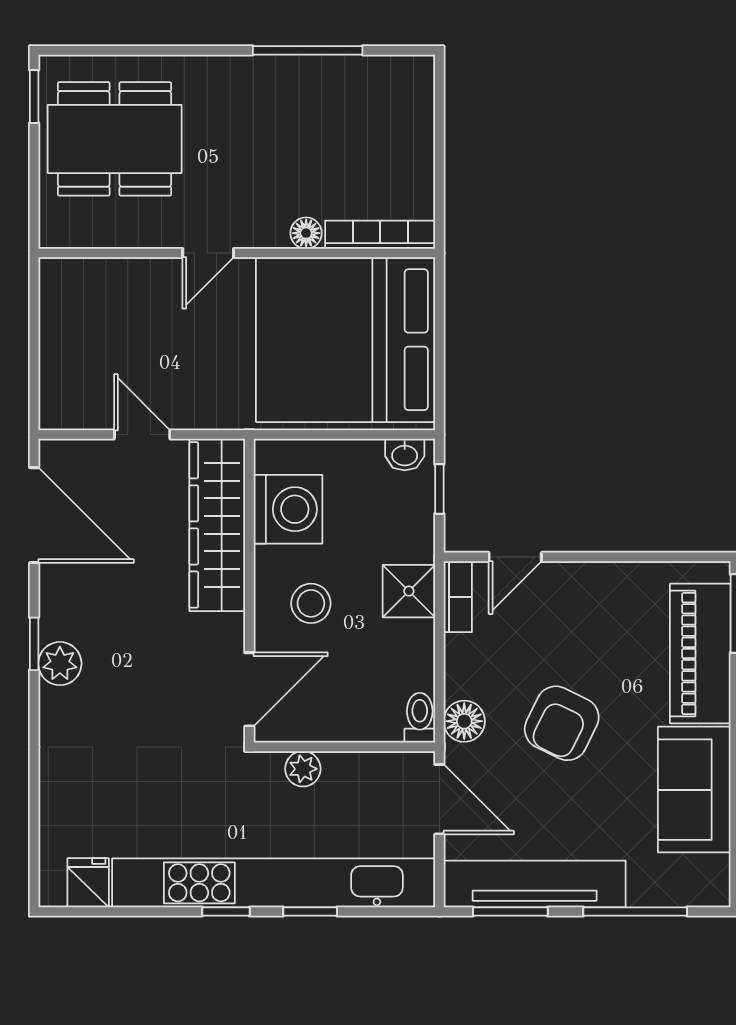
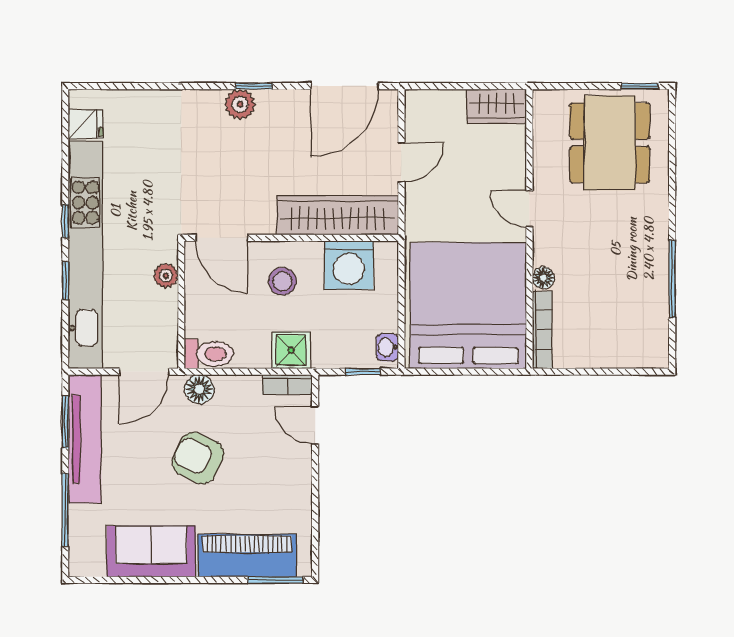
wardrobe: (63, 299) -> (497, 106), added
toilet: (420, 718) -> (209, 354), width x1.37, depth x1.39

